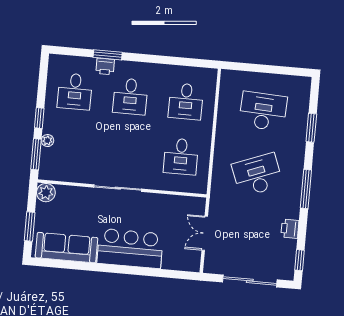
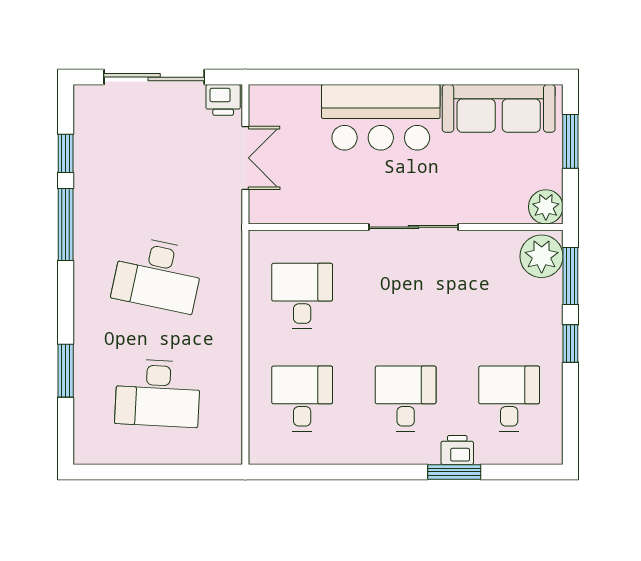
plant: (47, 141) -> (542, 256), moved, width x1.88, depth x1.88
desk: (257, 175) -> (158, 275), turned 33
window: (306, 189) -> (66, 225), moved
printer: (290, 229) -> (223, 100), moved, turned 90
window: (299, 260) -> (66, 153), moved

